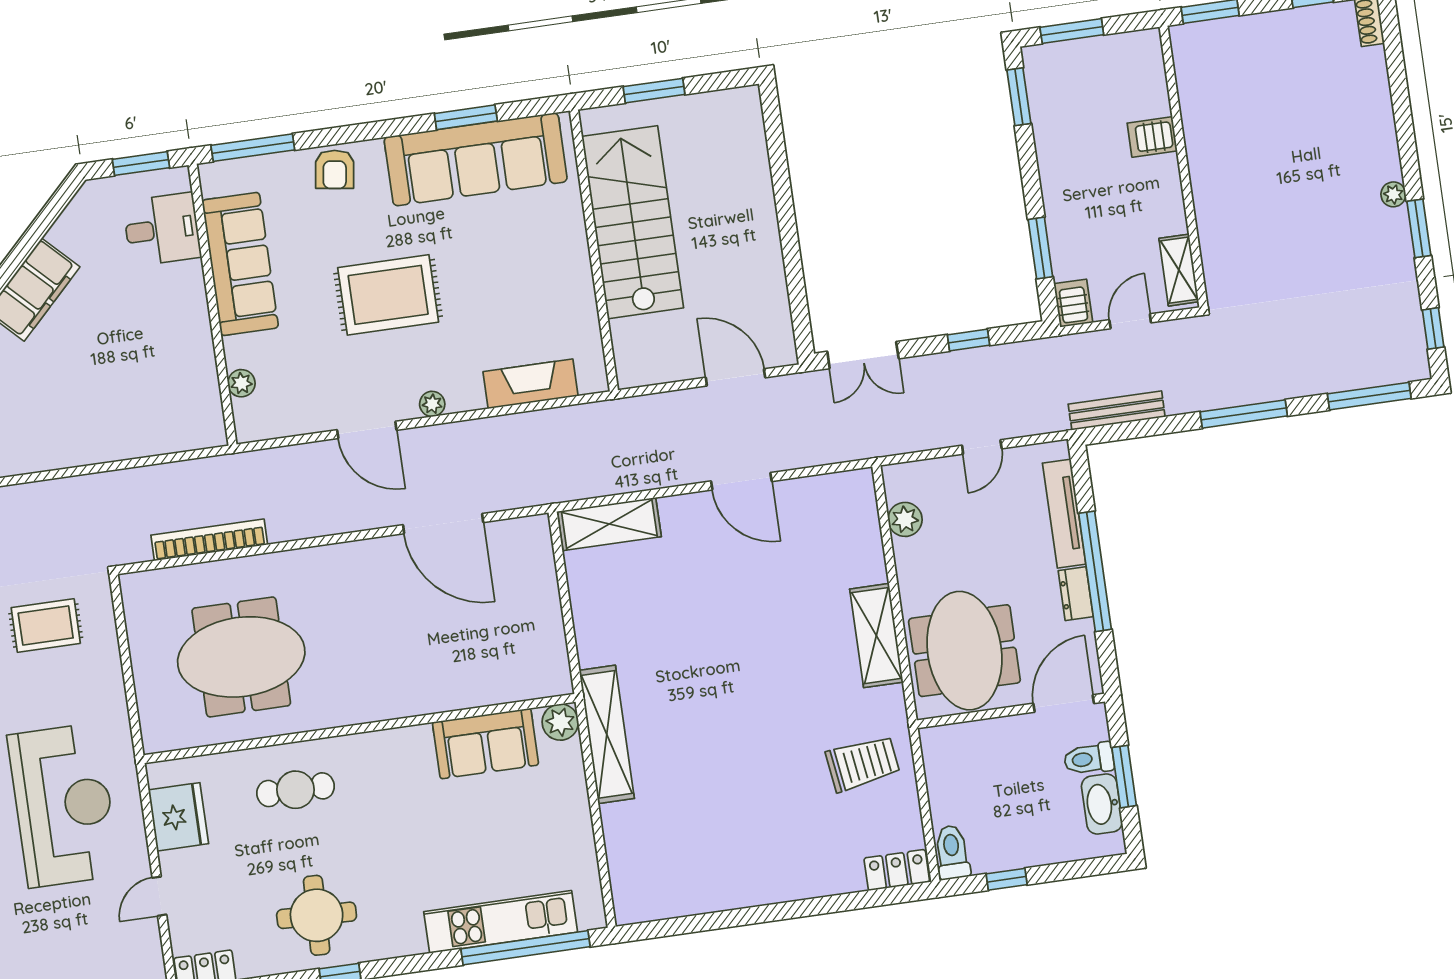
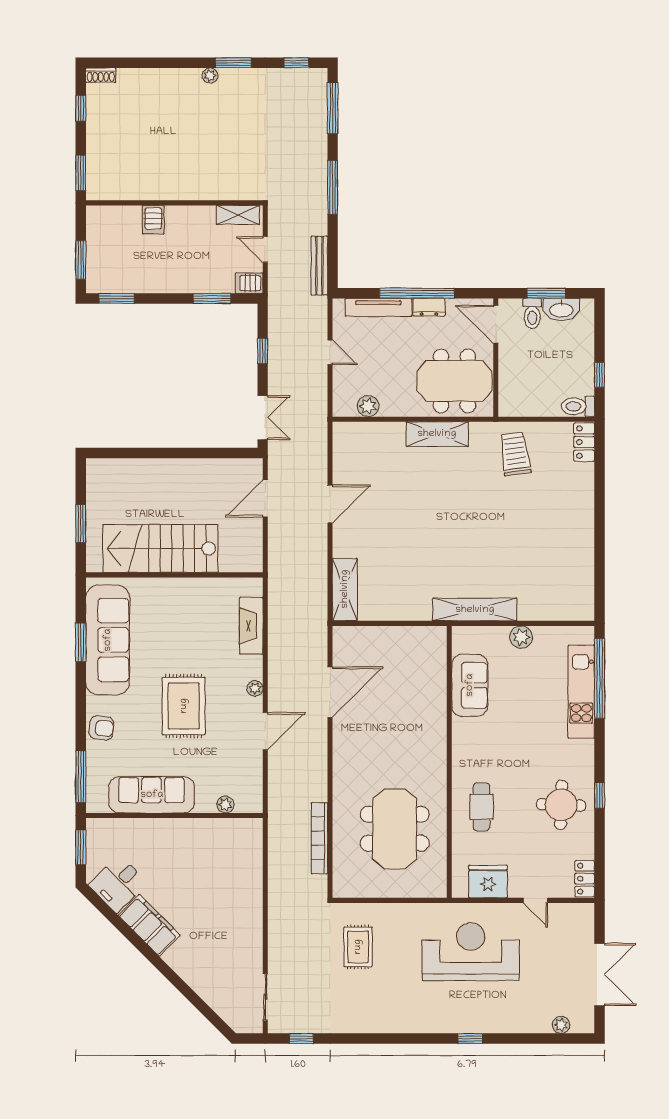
desk: (162, 229) -> (118, 884), moved, turned -135
plant: (560, 722) -> (521, 637), moved

